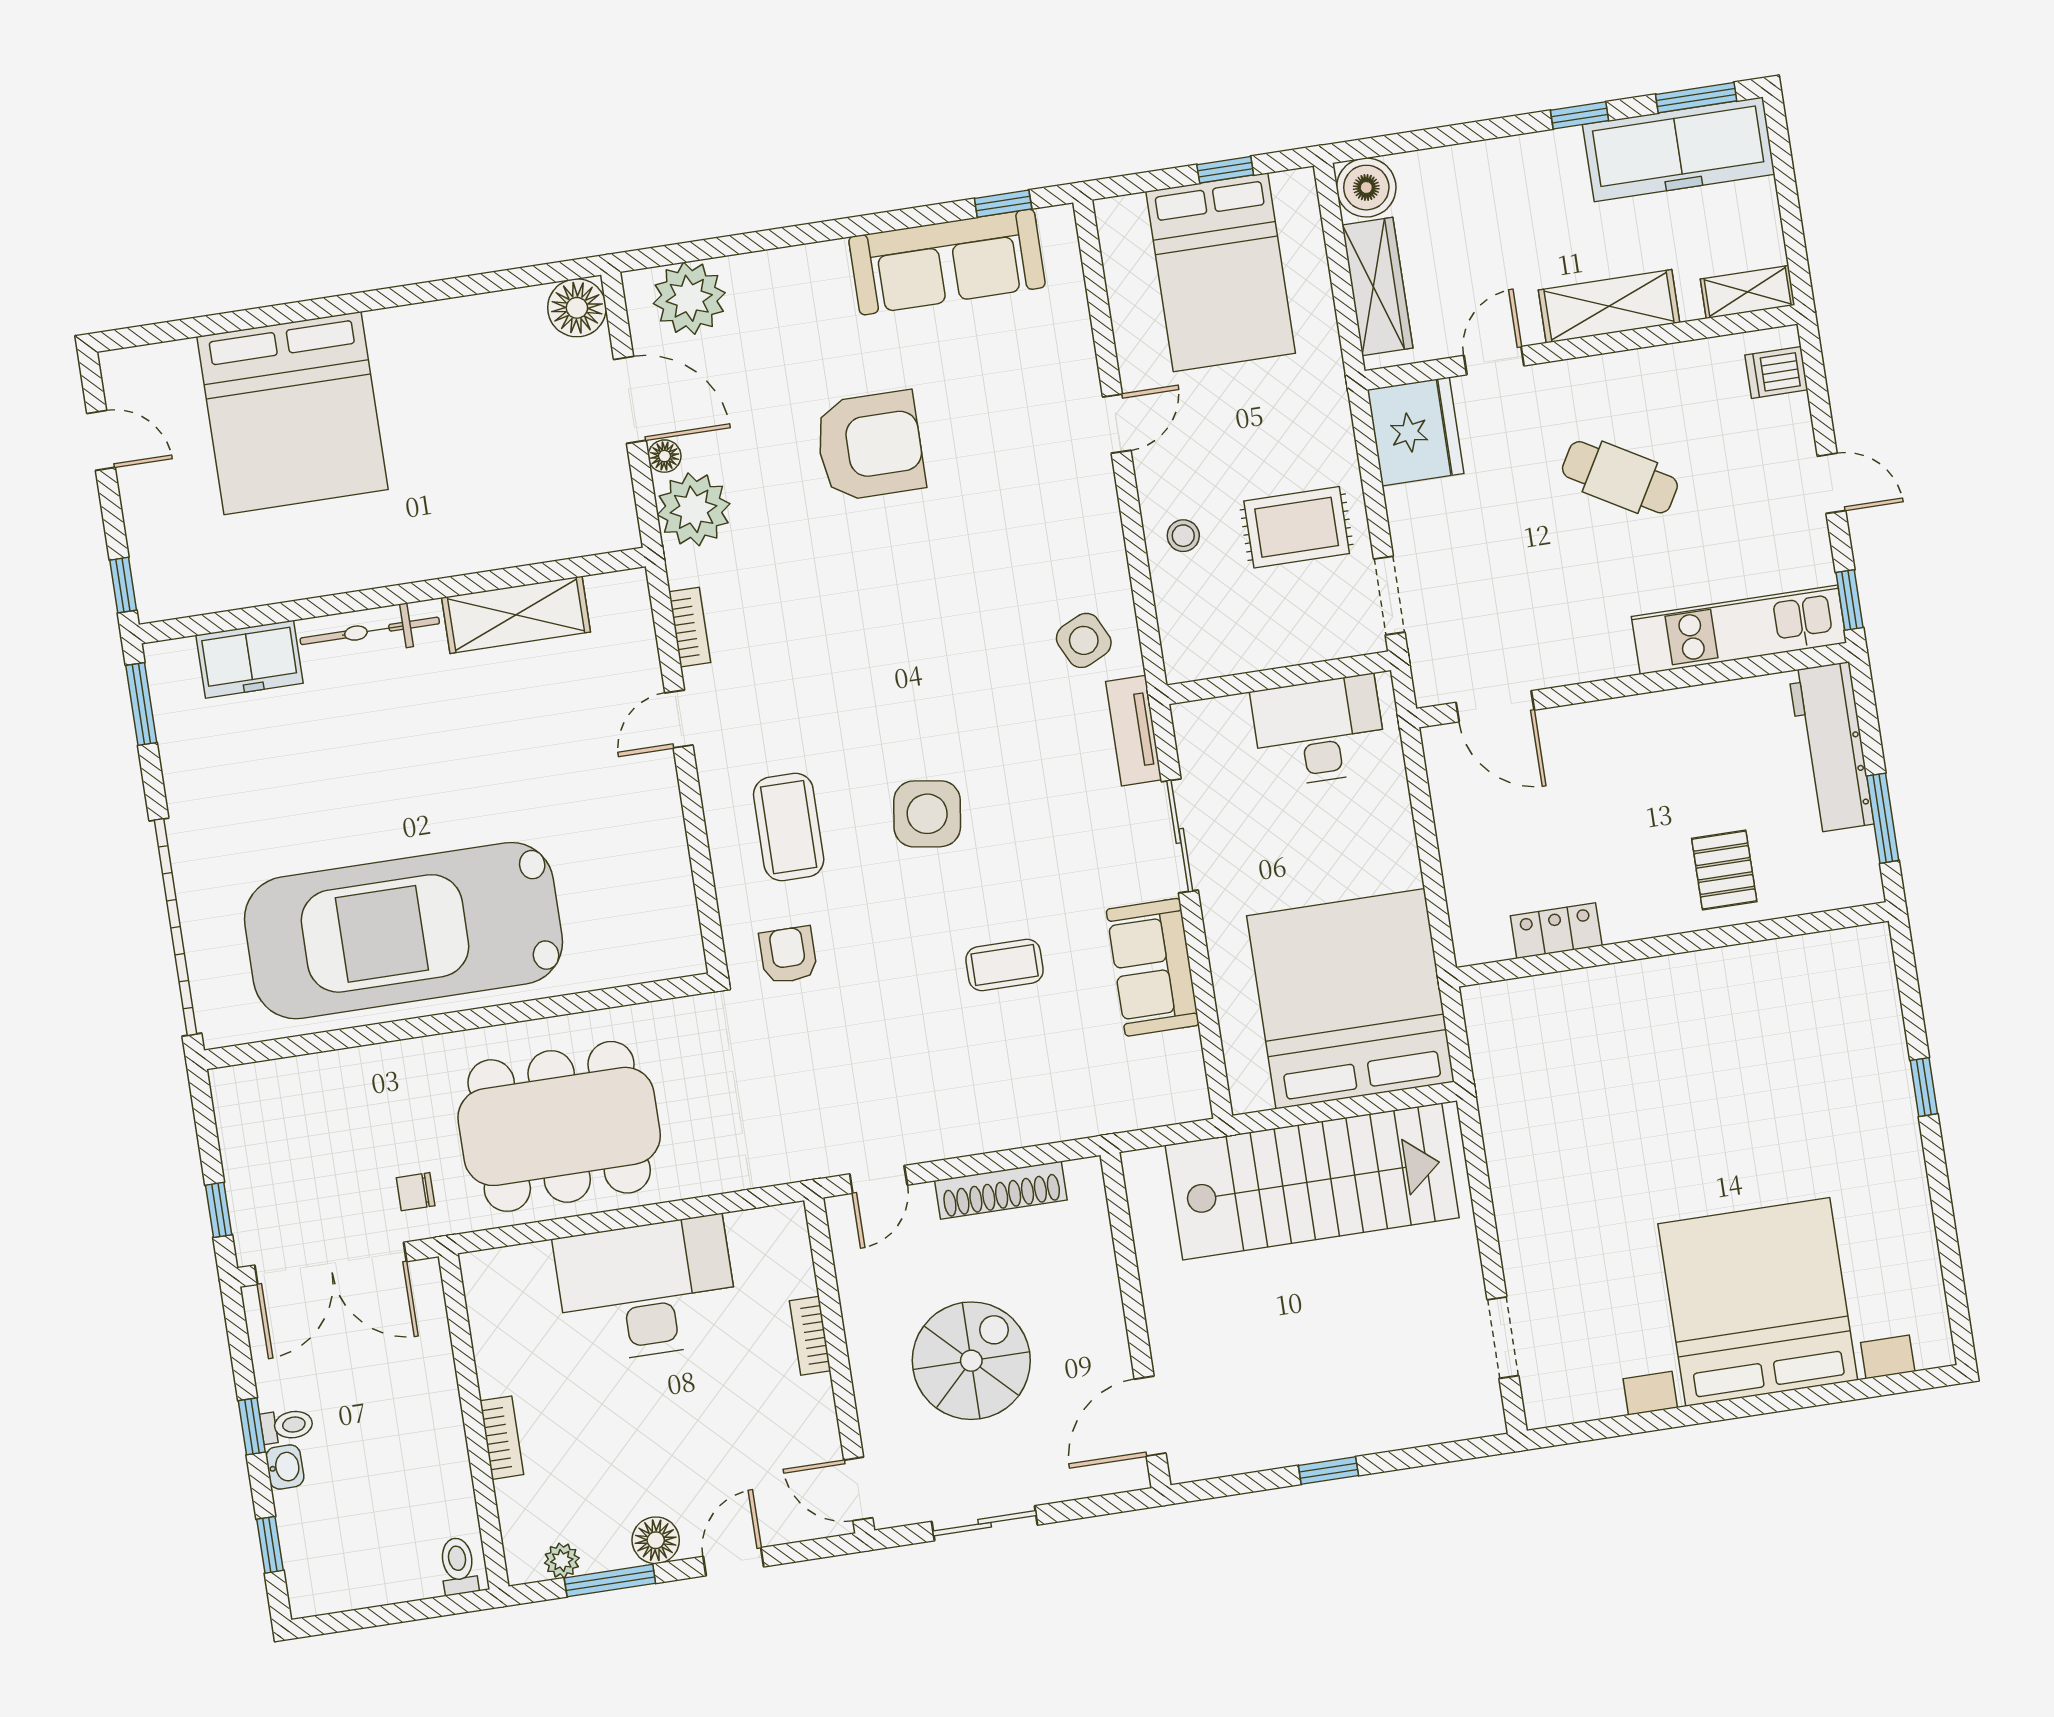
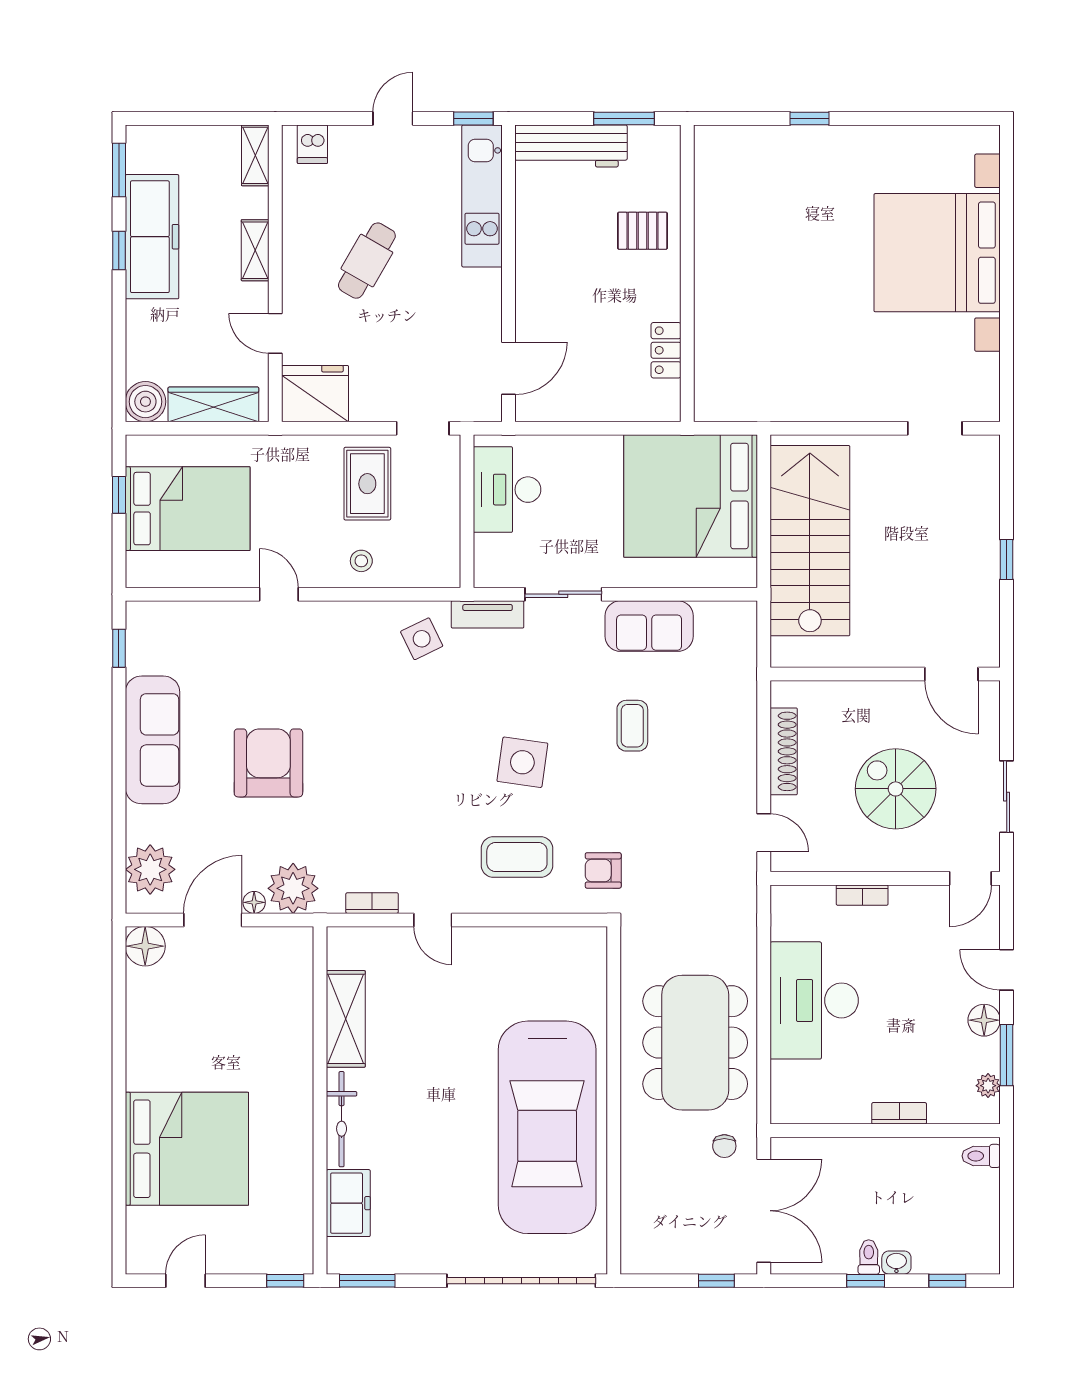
freezer: (1679, 149) -> (152, 237), moved
sofa: (947, 262) -> (152, 740), moved
shelving: (1609, 306) -> (255, 250), width x0.67, depth x0.75

